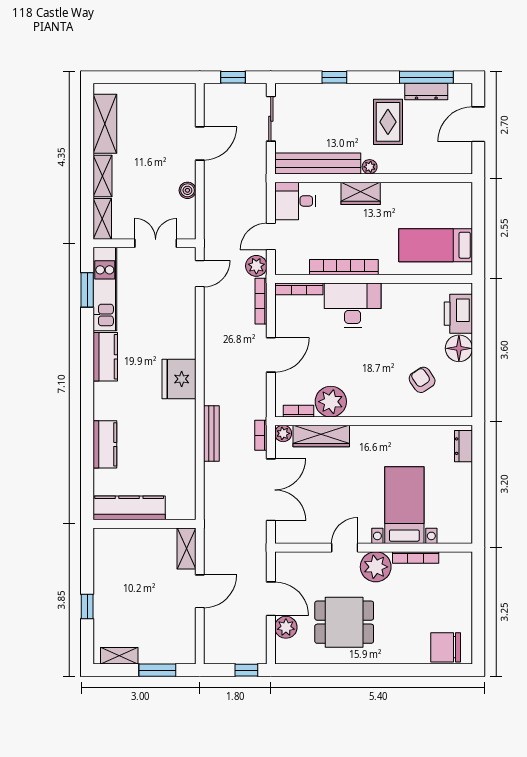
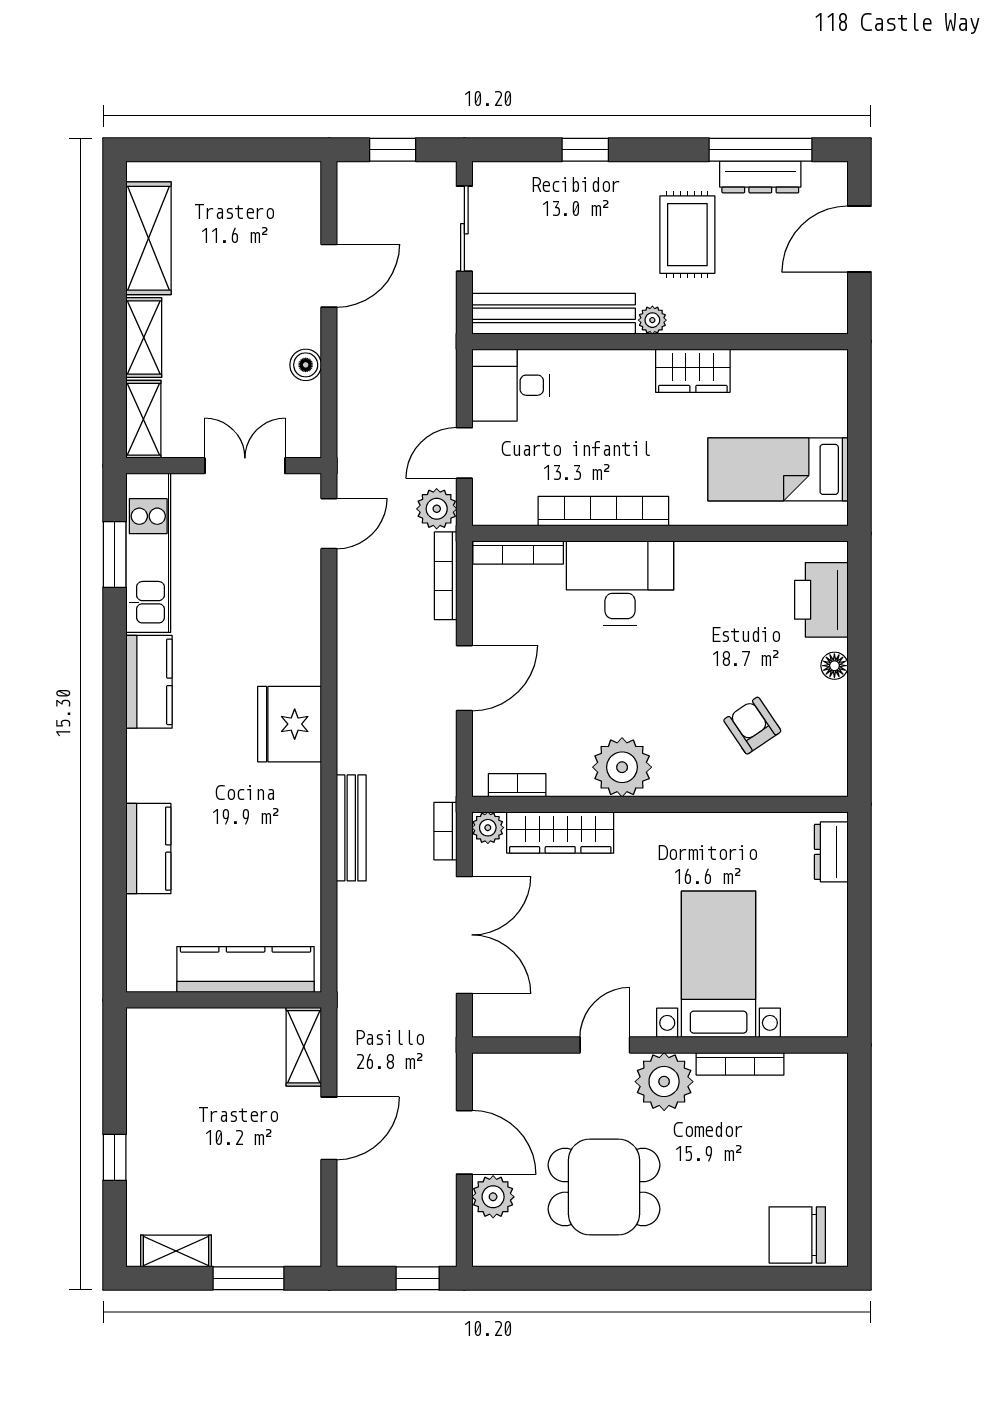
wardrobe: (361, 193) -> (693, 371), moved
floor lamp: (459, 348) -> (834, 666), width x0.53, depth x0.53
plant: (331, 402) -> (622, 767), moved
kitchen counter: (129, 508) -> (246, 969), moved

